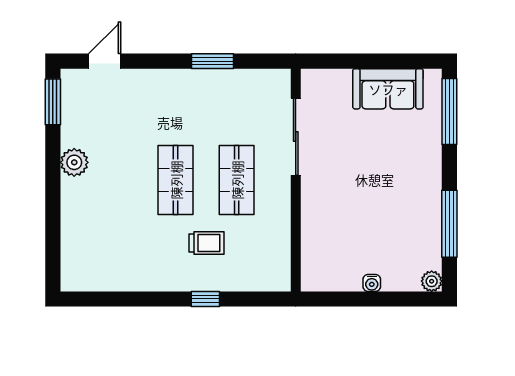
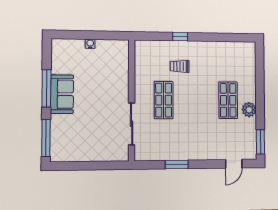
sofa: (388, 89) -> (62, 94), moved, turned 90
shop shelf: (176, 180) -> (228, 100), moved
window: (449, 224) -> (46, 88), moved
plant: (432, 281) -> (57, 44), removed

